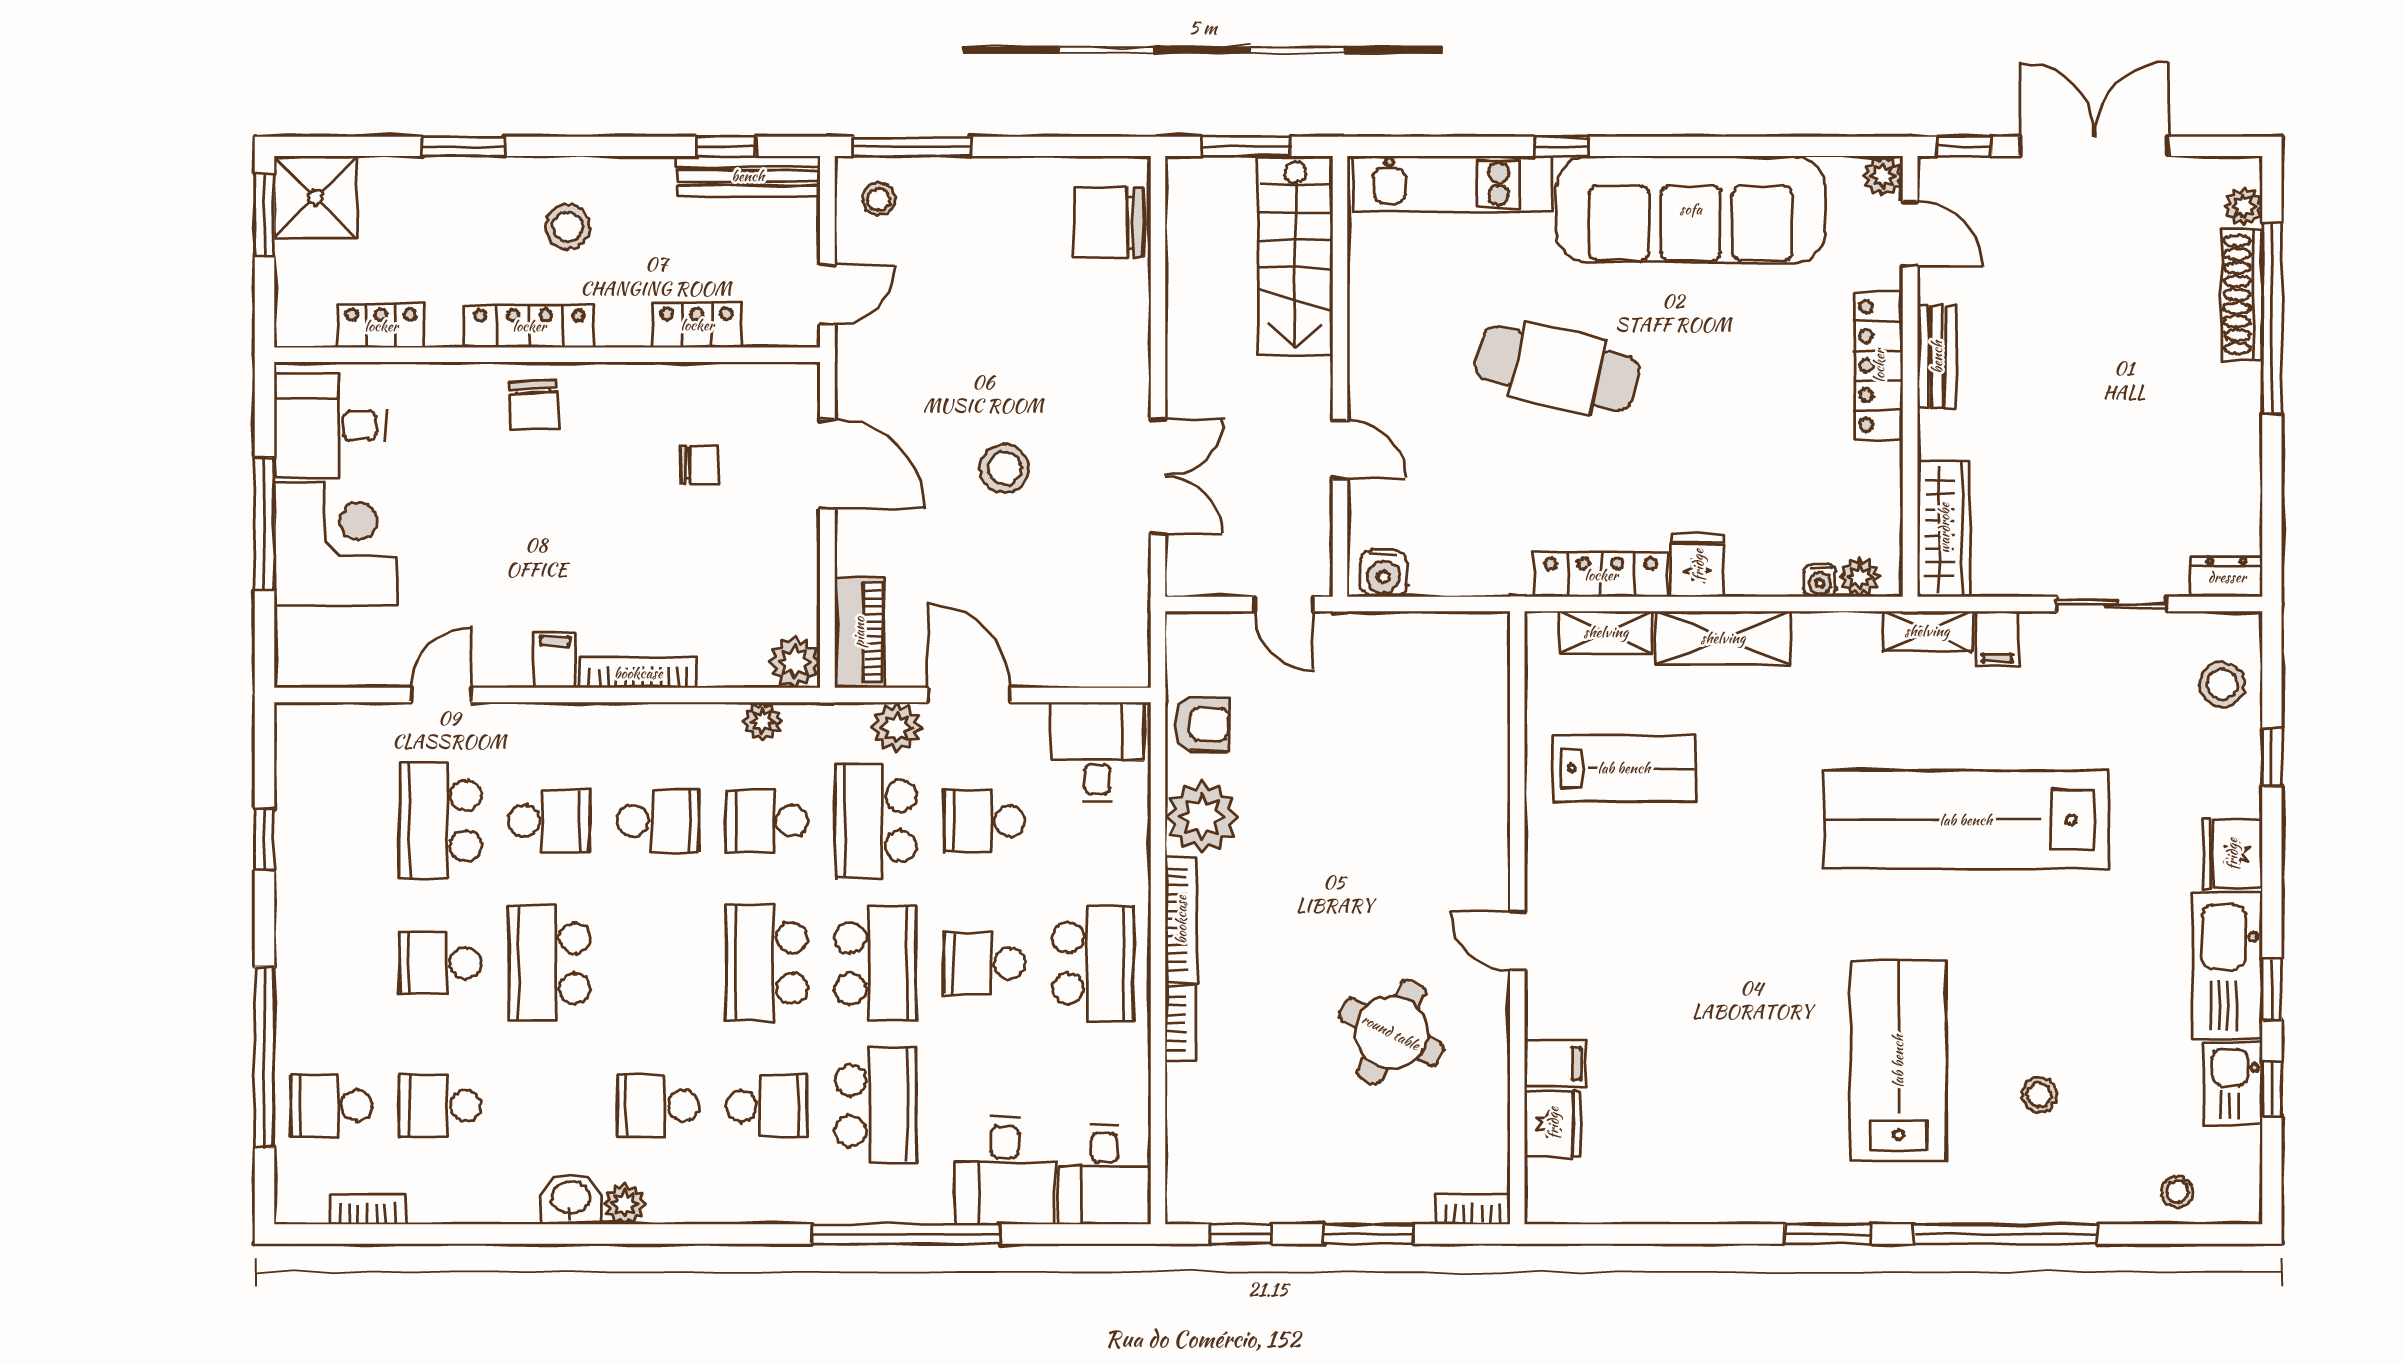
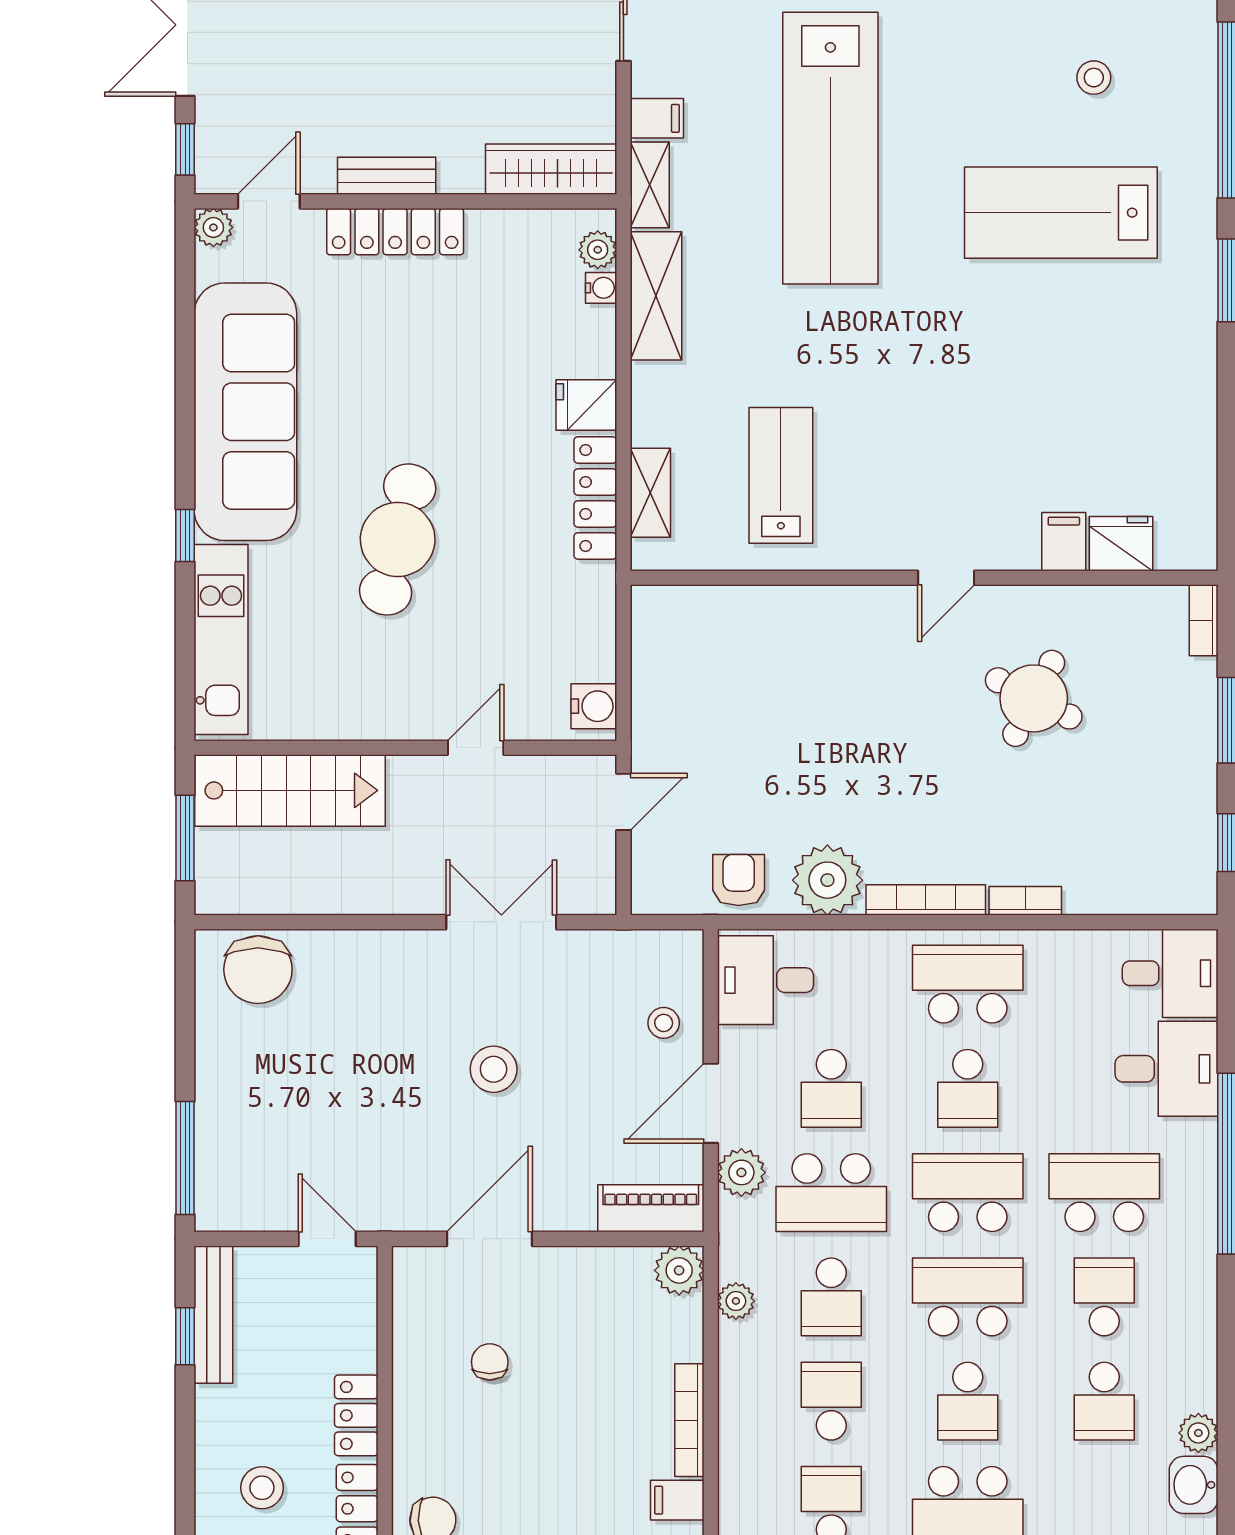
stool: (878, 199) -> (664, 1023), moved
locker: (697, 325) -> (356, 1415), moved
shelving: (1723, 638) -> (656, 296), moved
school desk: (658, 963) -> (968, 1401), added
school desk: (767, 963) -> (968, 1297), turned 180

